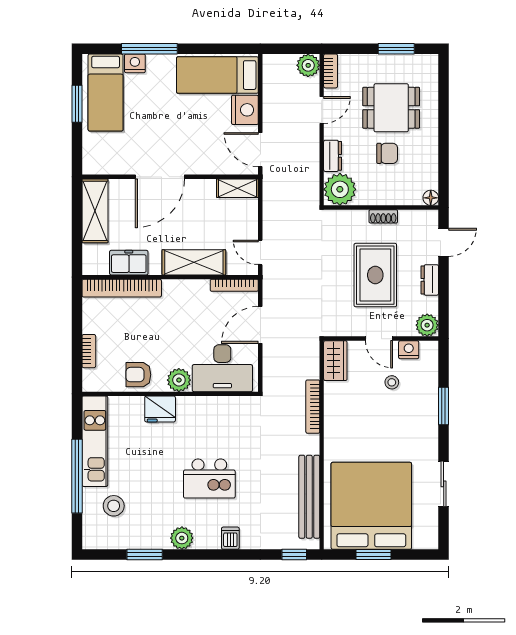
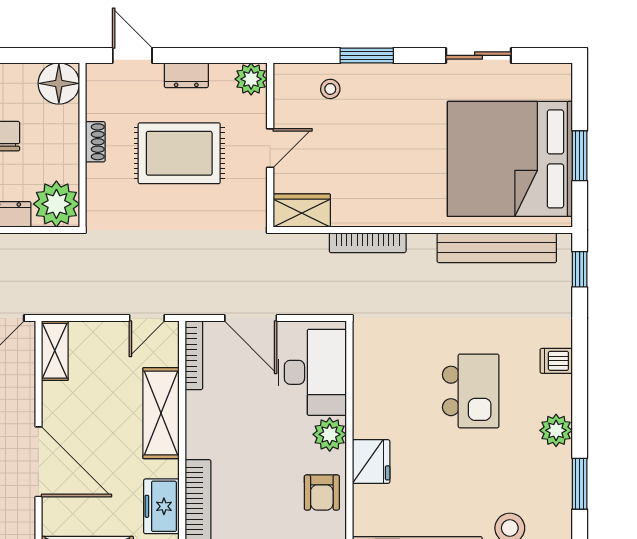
floor lamp: (431, 198) -> (59, 83), width x1.89, depth x1.89
nightstand: (409, 350) -> (286, 105), removed
stool: (392, 382) -> (330, 89), moved

